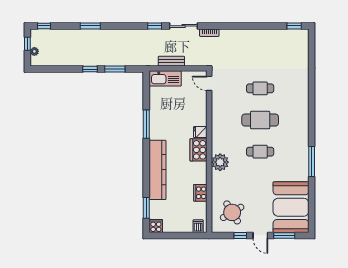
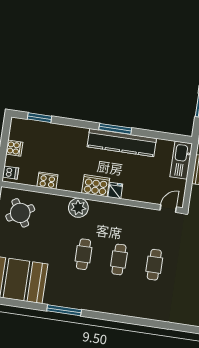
cafe table: (260, 120) -> (119, 259), width x0.73, depth x0.74
window: (146, 124) -> (115, 129), moved
kitchen counter: (157, 170) -> (122, 143), moved
cooker: (156, 226) -> (14, 148), moved

